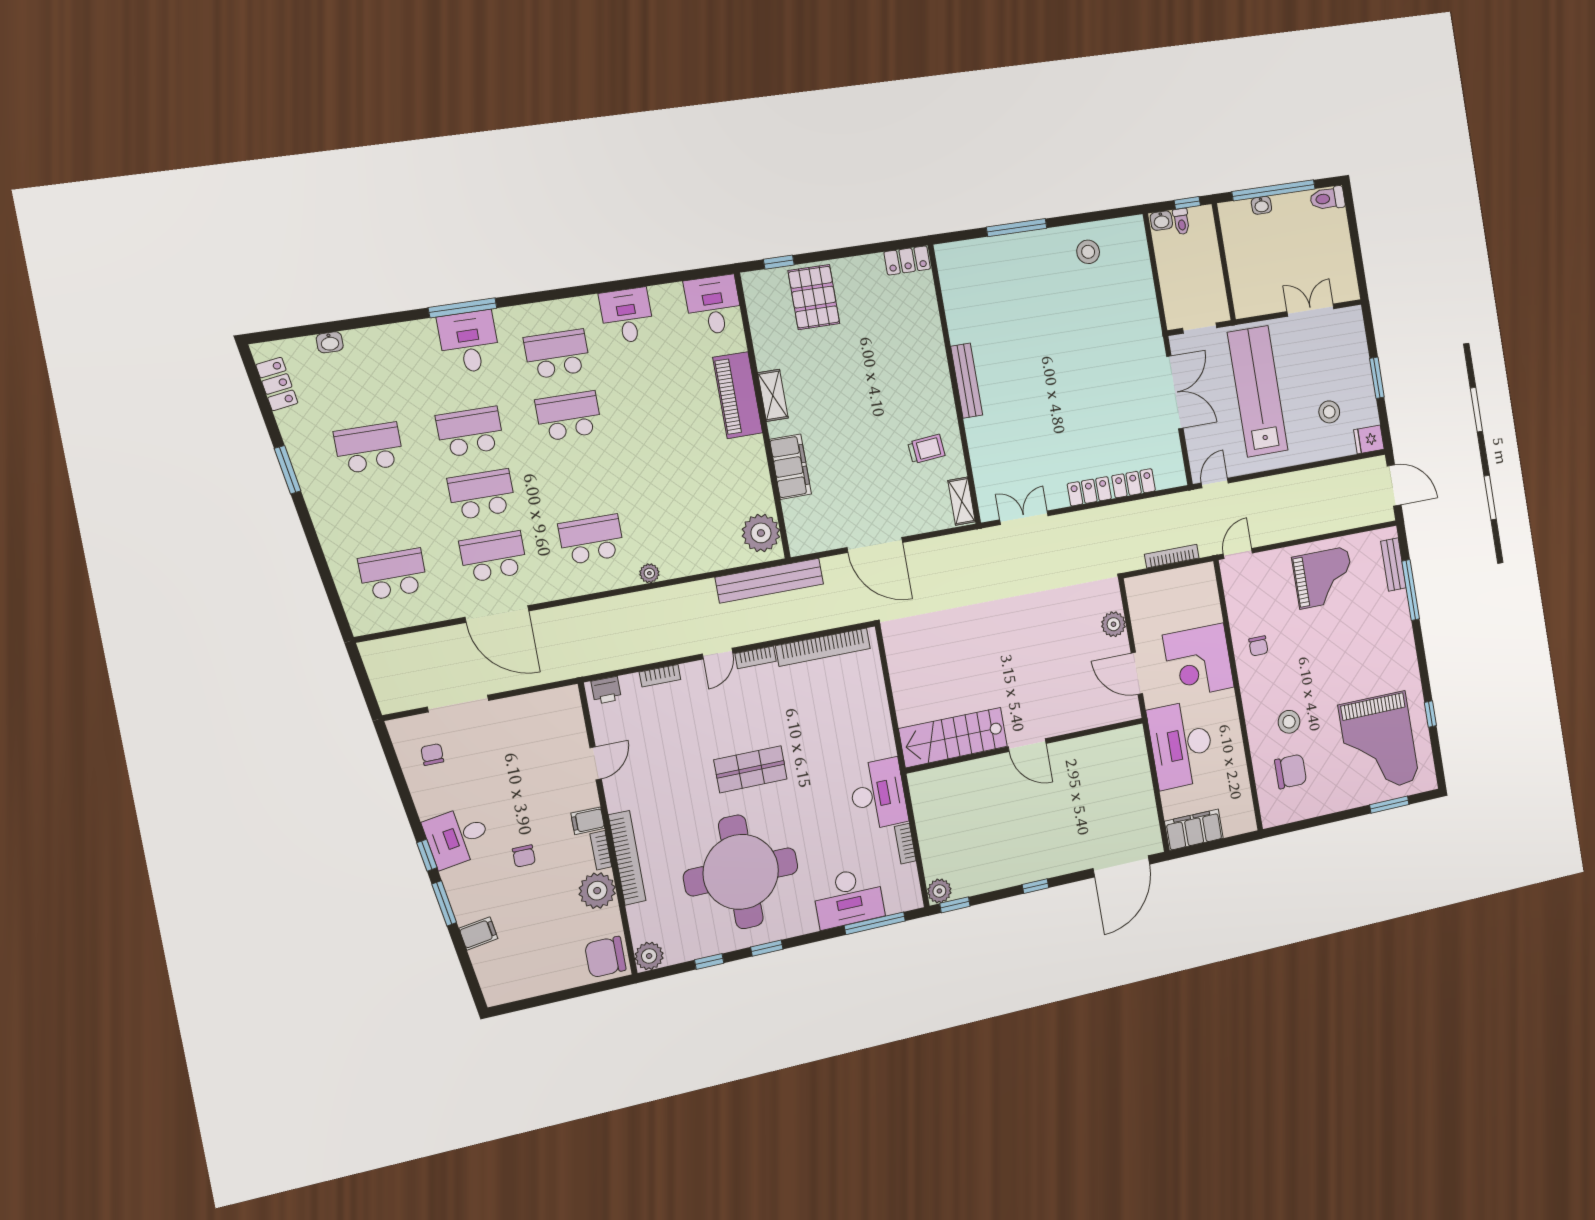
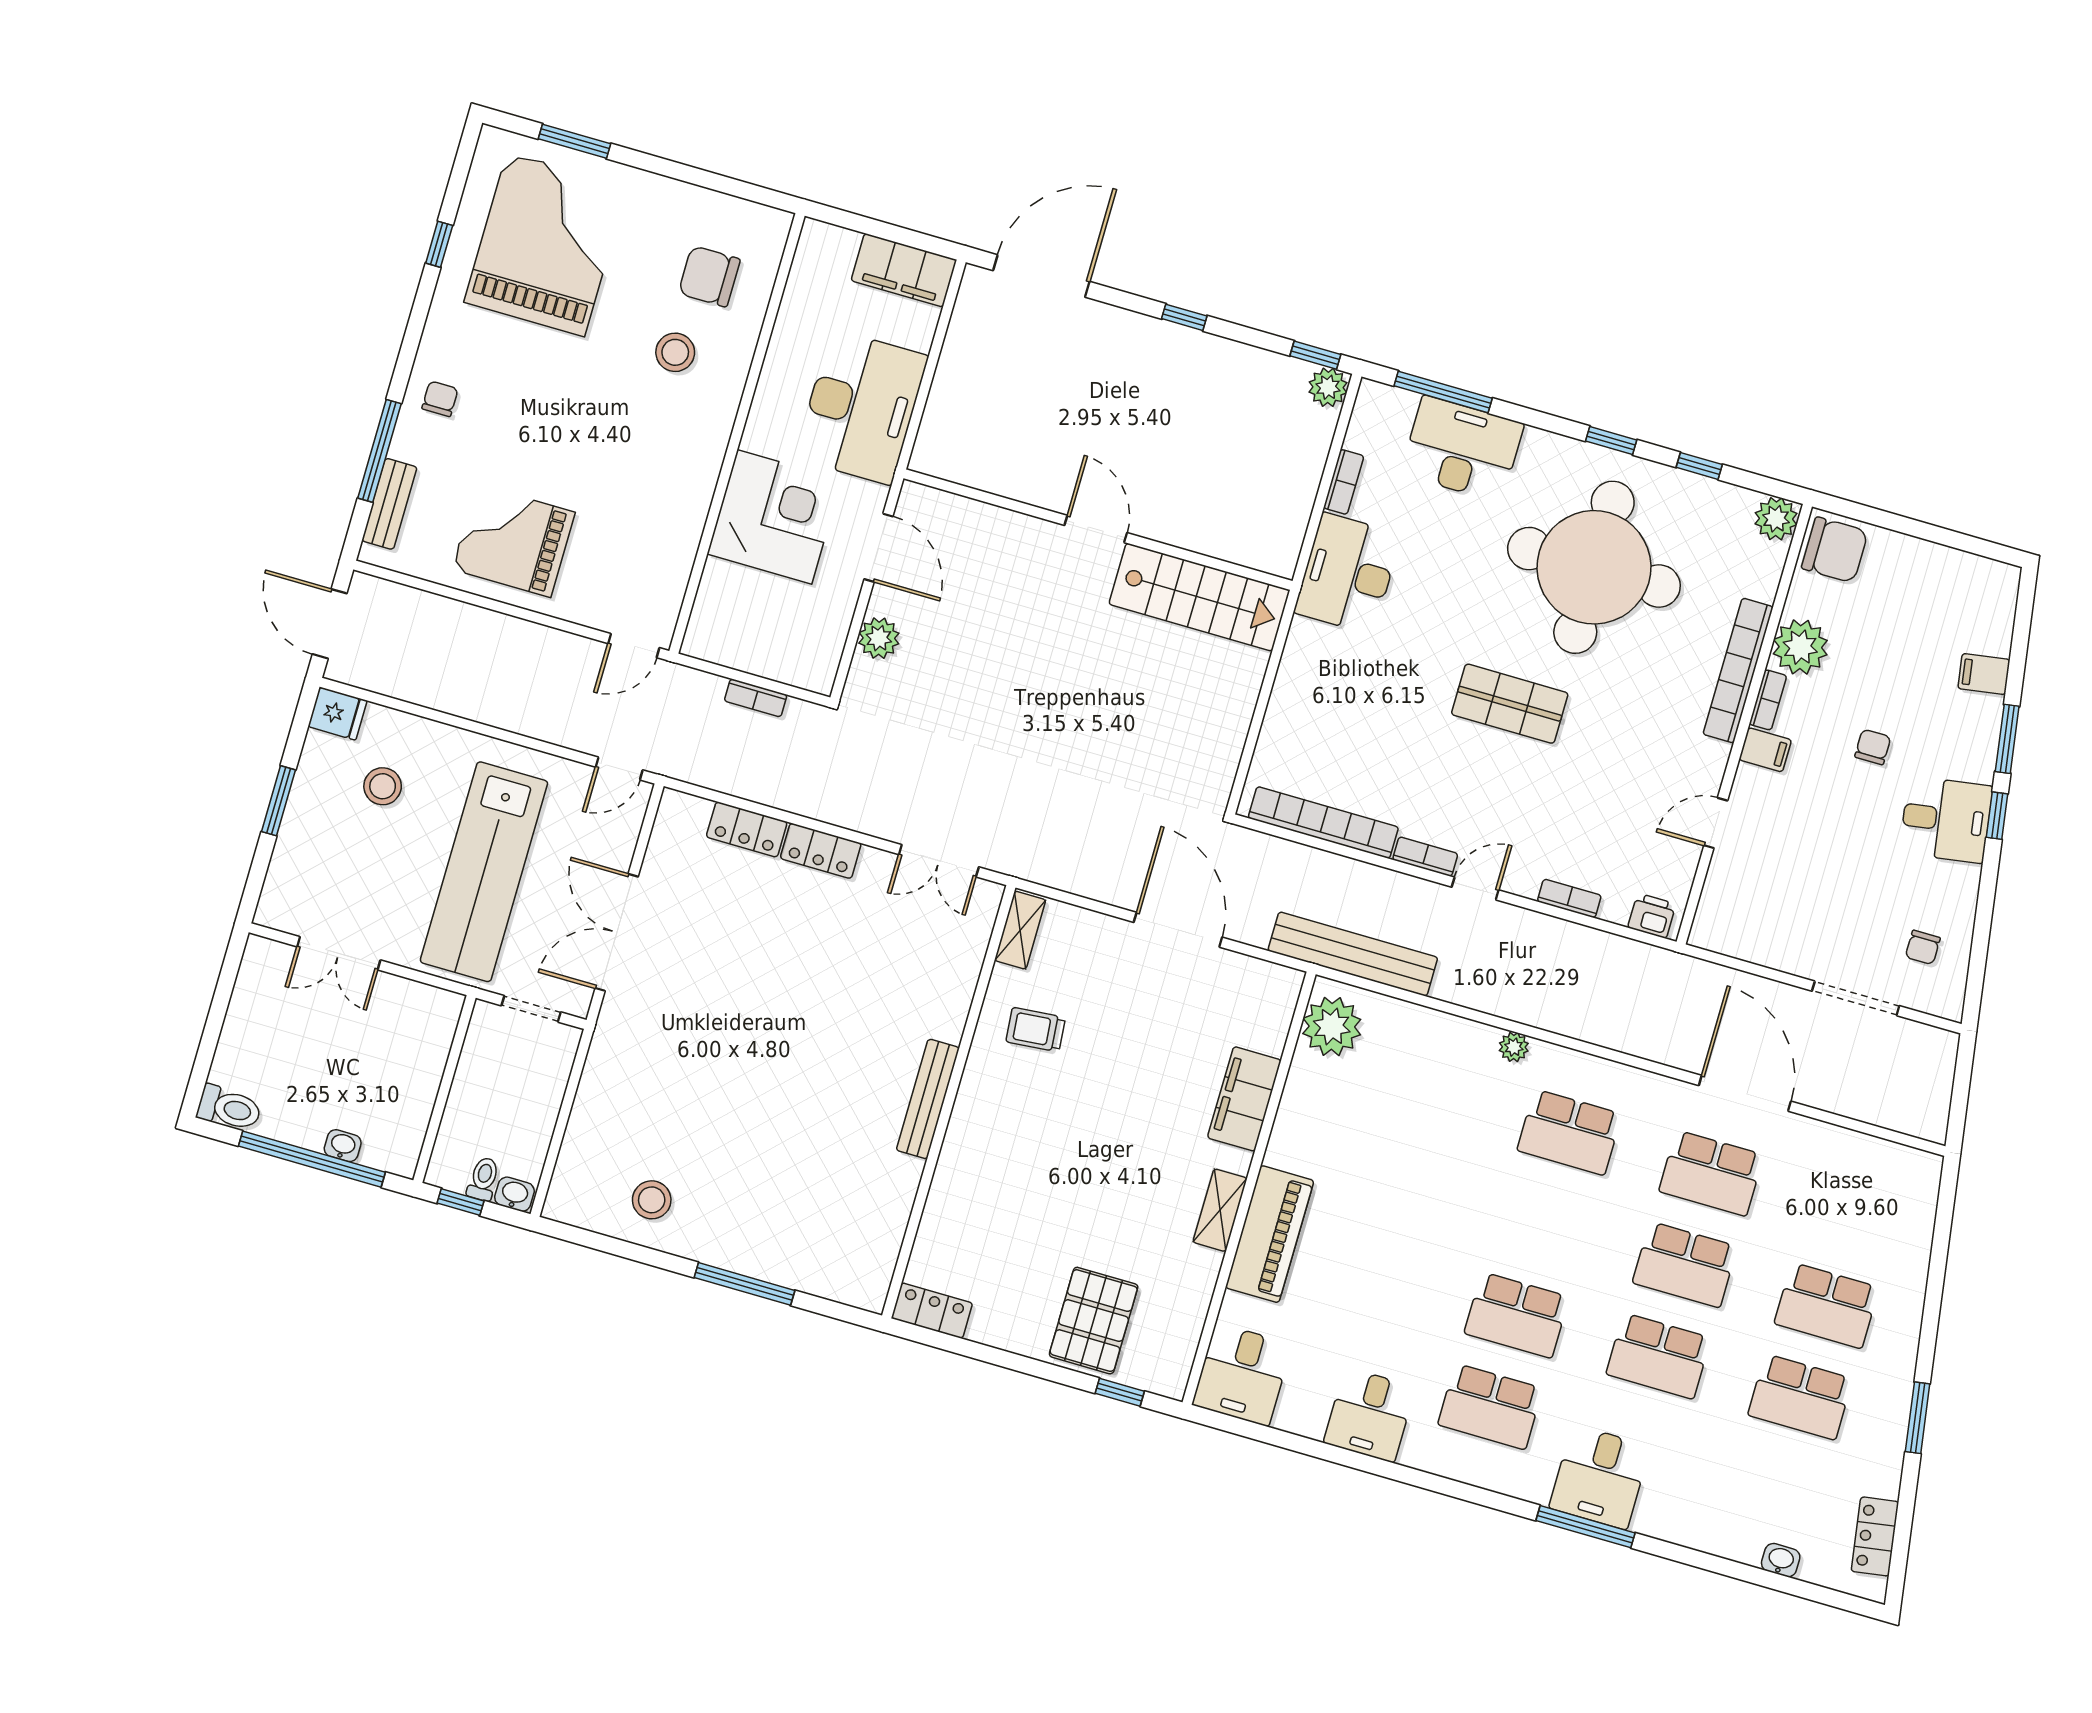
bookcase: (1172, 556) -> (756, 698), width x0.64
school desk: (393, 574) -> (1827, 1306), moved
chair: (1258, 646) -> (440, 399), moved

